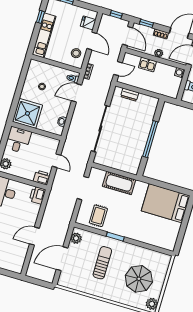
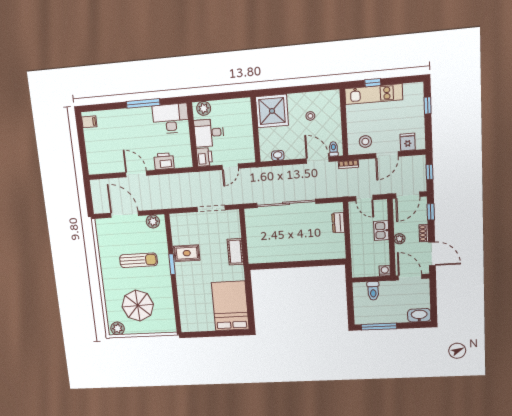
window: (40, 17) -> (373, 83), moved
window: (150, 139) -> (295, 264), removed
desk: (18, 140) -> (209, 133), moved, turned 180
cot: (119, 183) -> (235, 252), width x0.73, depth x0.75
printer: (37, 195) -> (164, 161), moved
rug: (98, 216) -> (187, 253), moved

